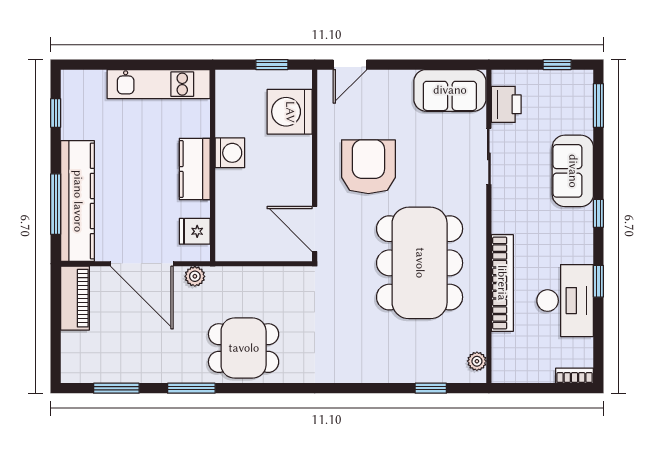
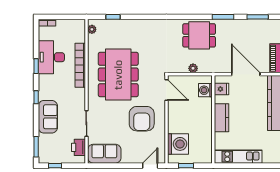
washing machine: (230, 153) -> (205, 90), moved
plant: (195, 276) -> (193, 68), moved

